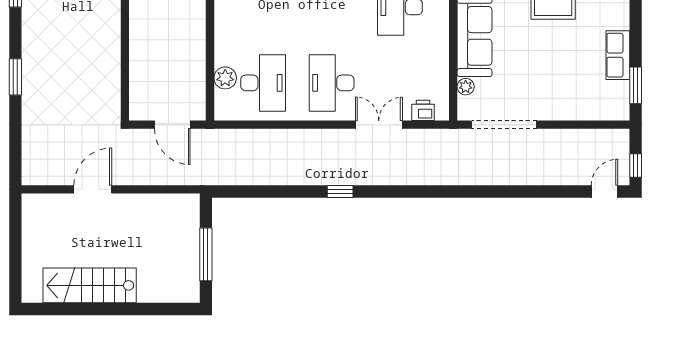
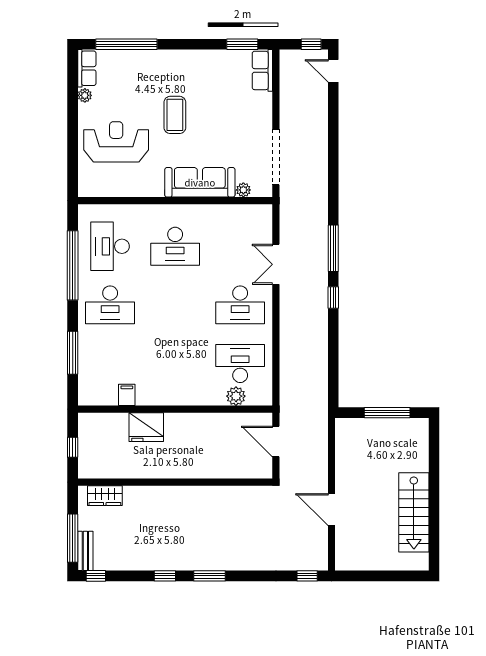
row of seats: (618, 55) -> (262, 70), moved, turned 90
window: (15, 77) -> (209, 576), moved
printer: (423, 110) -> (264, 226), removed
door: (172, 125) -> (276, 441), swing flipped
window: (15, 161) -> (307, 576), added
window: (398, 191) -> (333, 248), added

